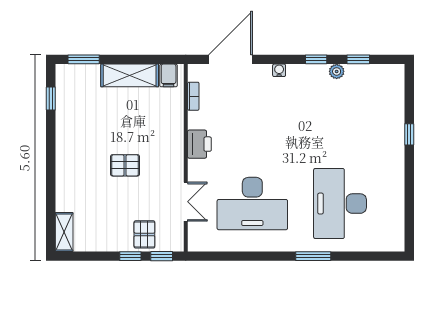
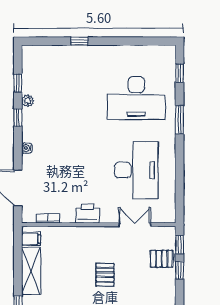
window: (370, 256) -> (180, 73), added

